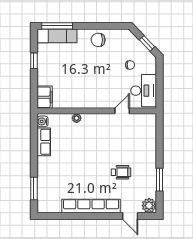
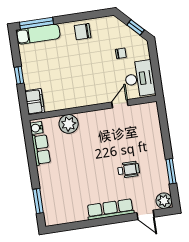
window: (34, 61) -> (19, 75), moved
plant: (77, 118) -> (69, 124), width x1.88, depth x1.88
row of seats: (91, 206) -> (110, 209), width x0.73

